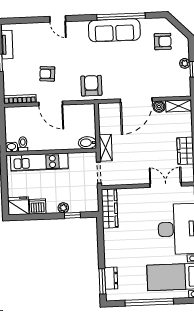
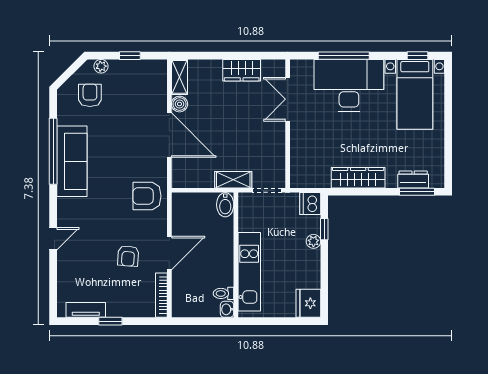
plant: (185, 63) -> (101, 66), moved
dishwasher: (38, 206) -> (310, 204), moved
wardrobe: (110, 209) -> (358, 178), moved
window: (149, 302) -> (448, 128), removed

